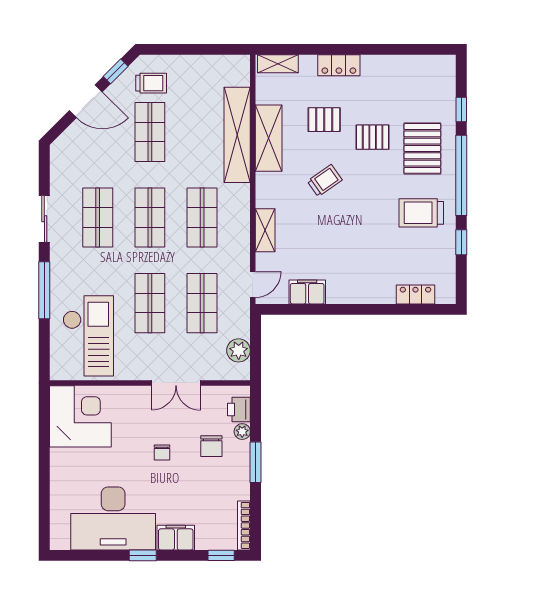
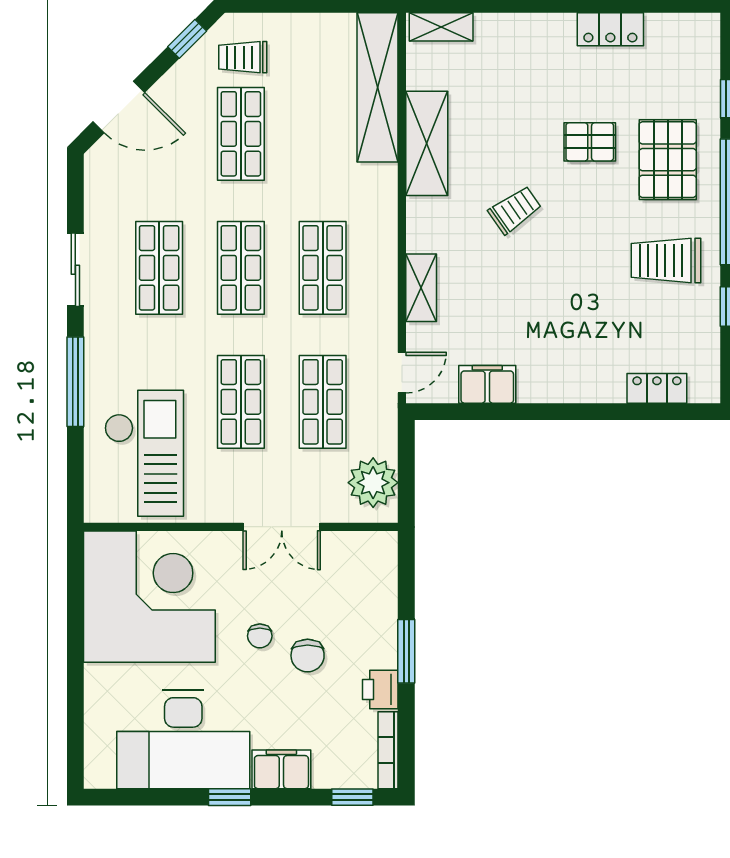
locker: (339, 65) -> (610, 29), moved
trolley: (151, 83) -> (243, 57), turned 180
door: (86, 101) -> (119, 107), moved
pallet: (324, 120) -> (514, 114), removed
shelving: (237, 135) -> (378, 87), moved
plant: (239, 350) -> (373, 483), width x1.36, depth x1.36
printer: (239, 409) -> (380, 689), moved
corner desk: (80, 416) -> (149, 597), width x1.36, depth x1.36
plant: (242, 432) -> (385, 603), removed
chair: (211, 446) -> (308, 656), moved

